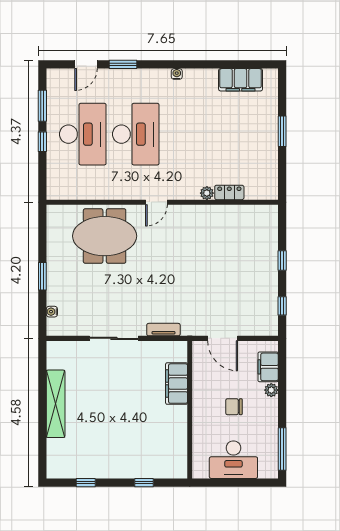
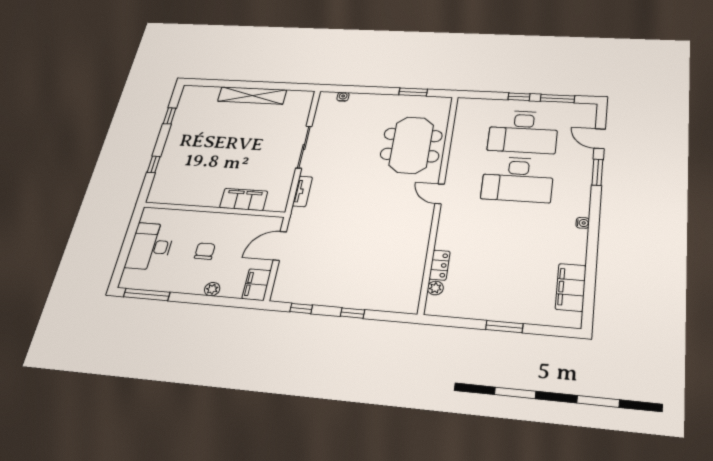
plant: (207, 193) -> (435, 288), moved
window: (42, 276) -> (413, 92), moved
filing cabinet: (268, 367) -> (257, 285), moved, turned -90

